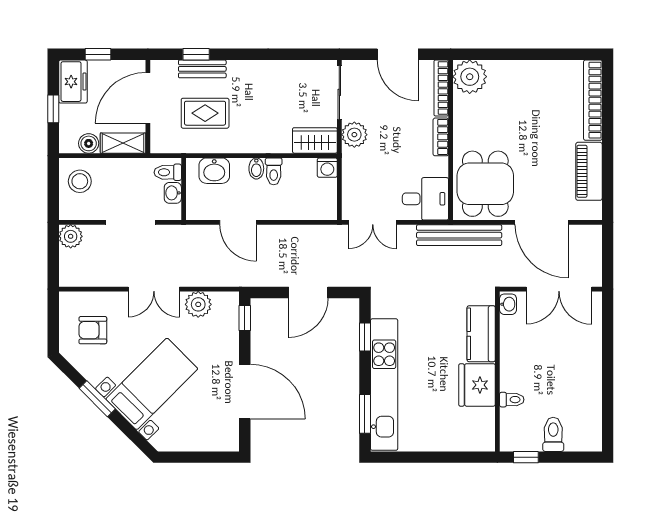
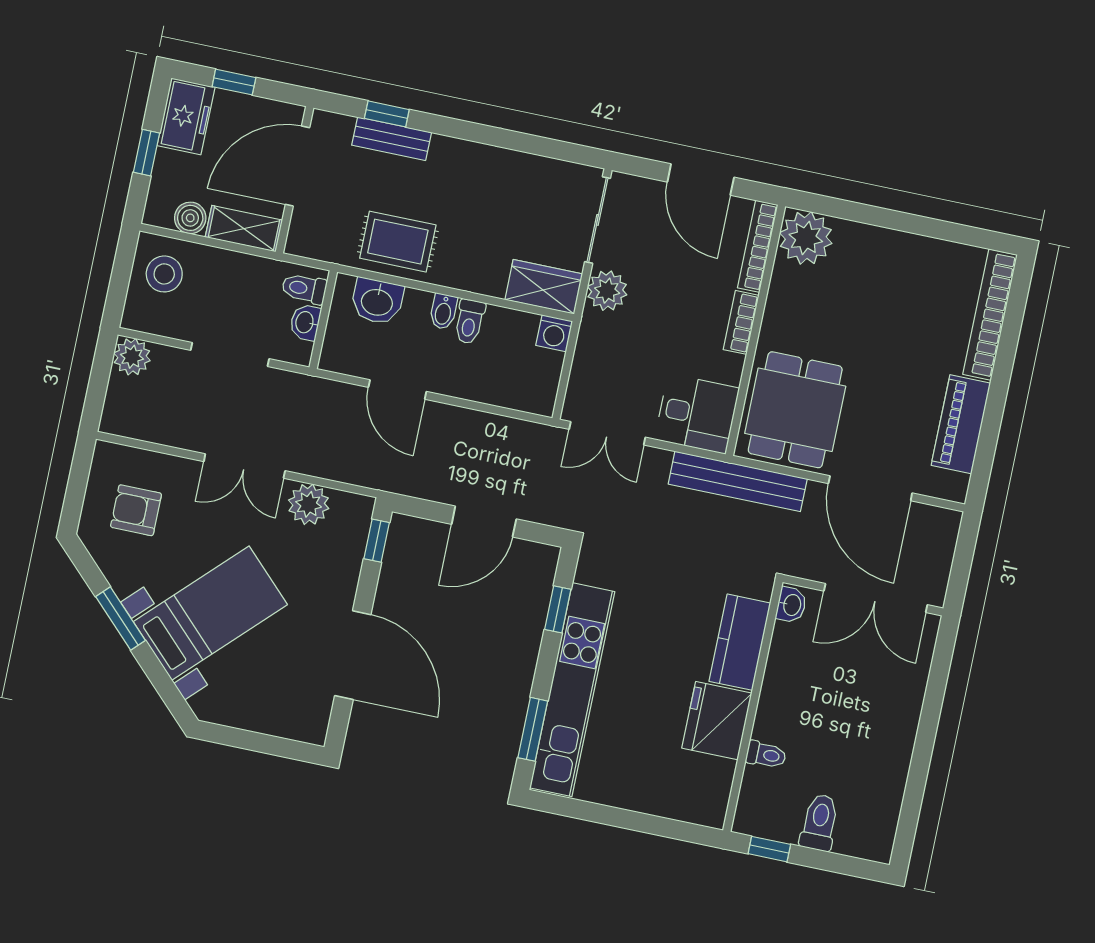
rug: (205, 113) -> (398, 242), moved

